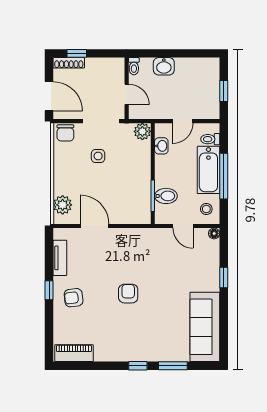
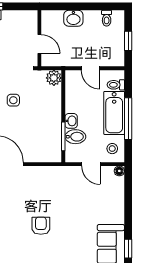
toilet: (134, 66) -> (107, 18), moved
door: (183, 121) -> (91, 68), hinge flipped
washbasin: (161, 146) -> (71, 121), moved
window: (224, 277) -> (128, 249), moved

